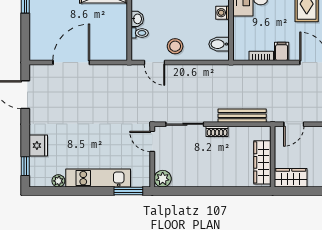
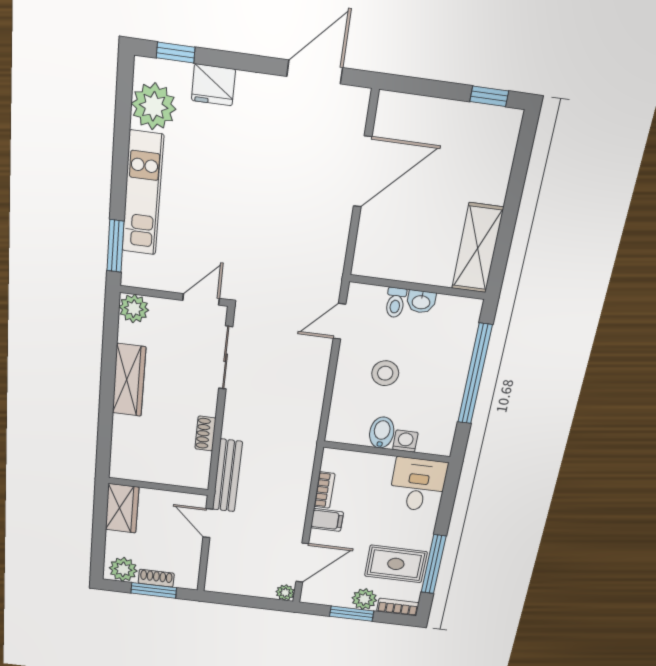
bidet: (219, 44) -> (382, 433), moved
stool: (175, 46) -> (385, 373), moved
door: (71, 63) -> (363, 172), hinge flipped
bench: (242, 116) -> (227, 476), moved
shoe rack: (217, 131) -> (205, 433), moved
wardrobe: (262, 162) -> (129, 380), moved, turned 90
plant: (58, 181) -> (154, 106), width x1.87, depth x1.87

